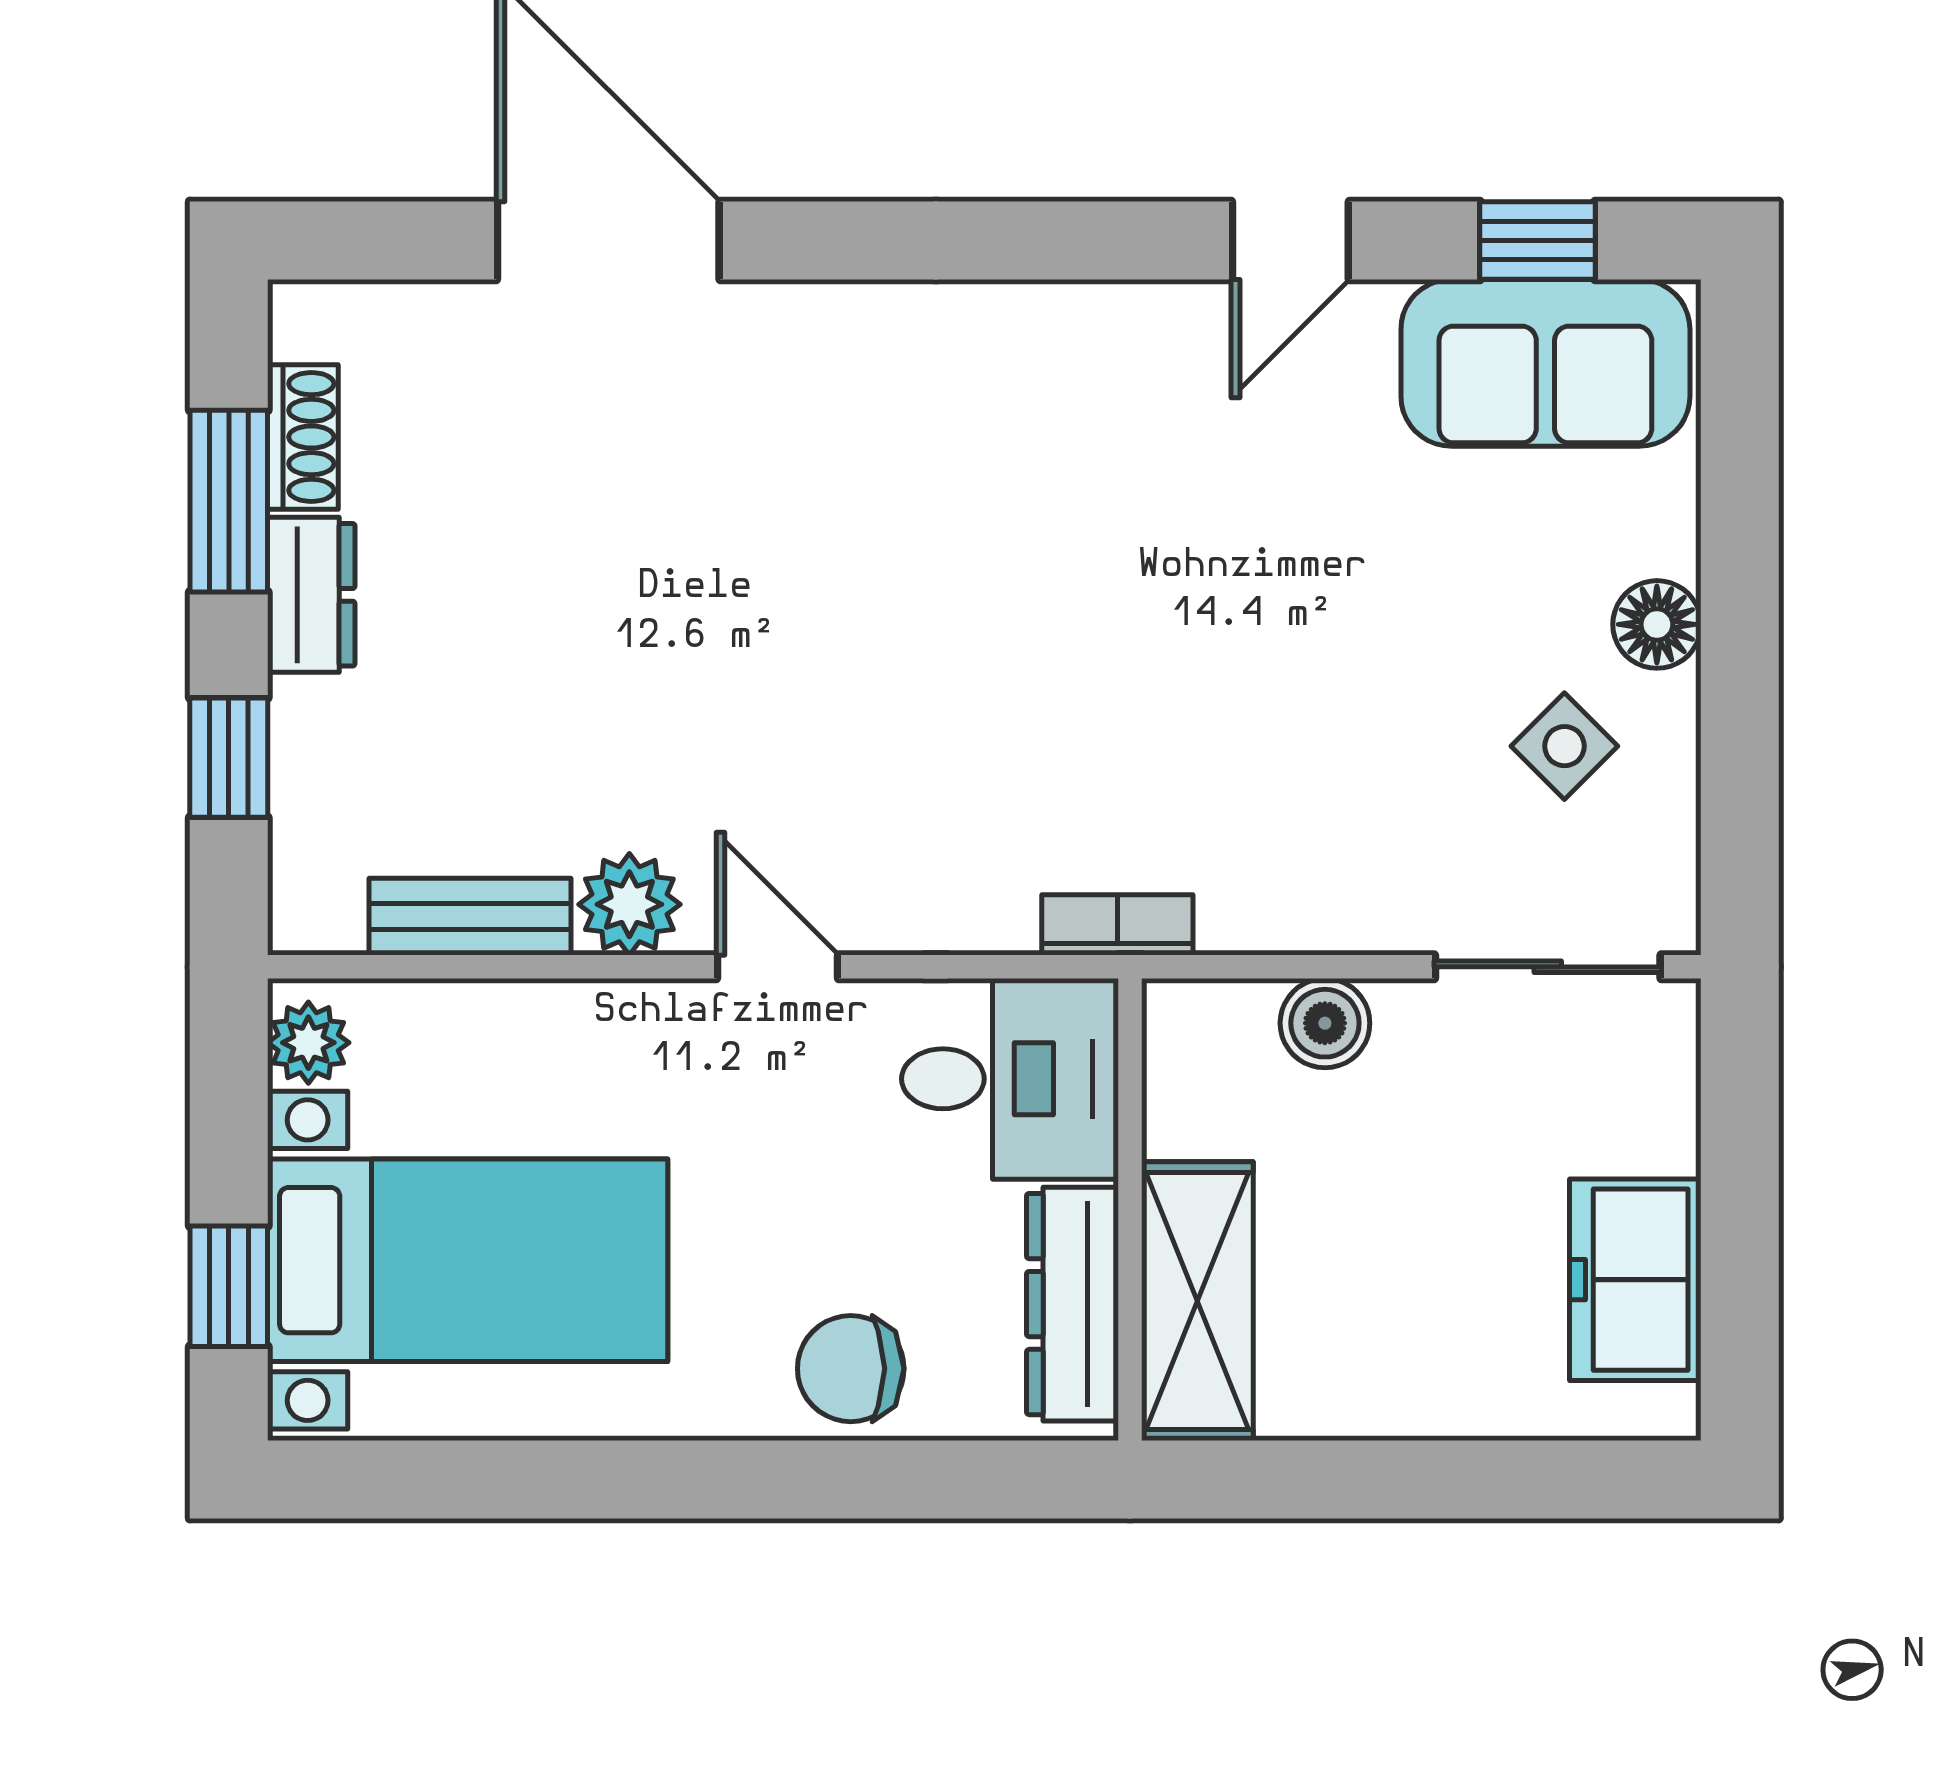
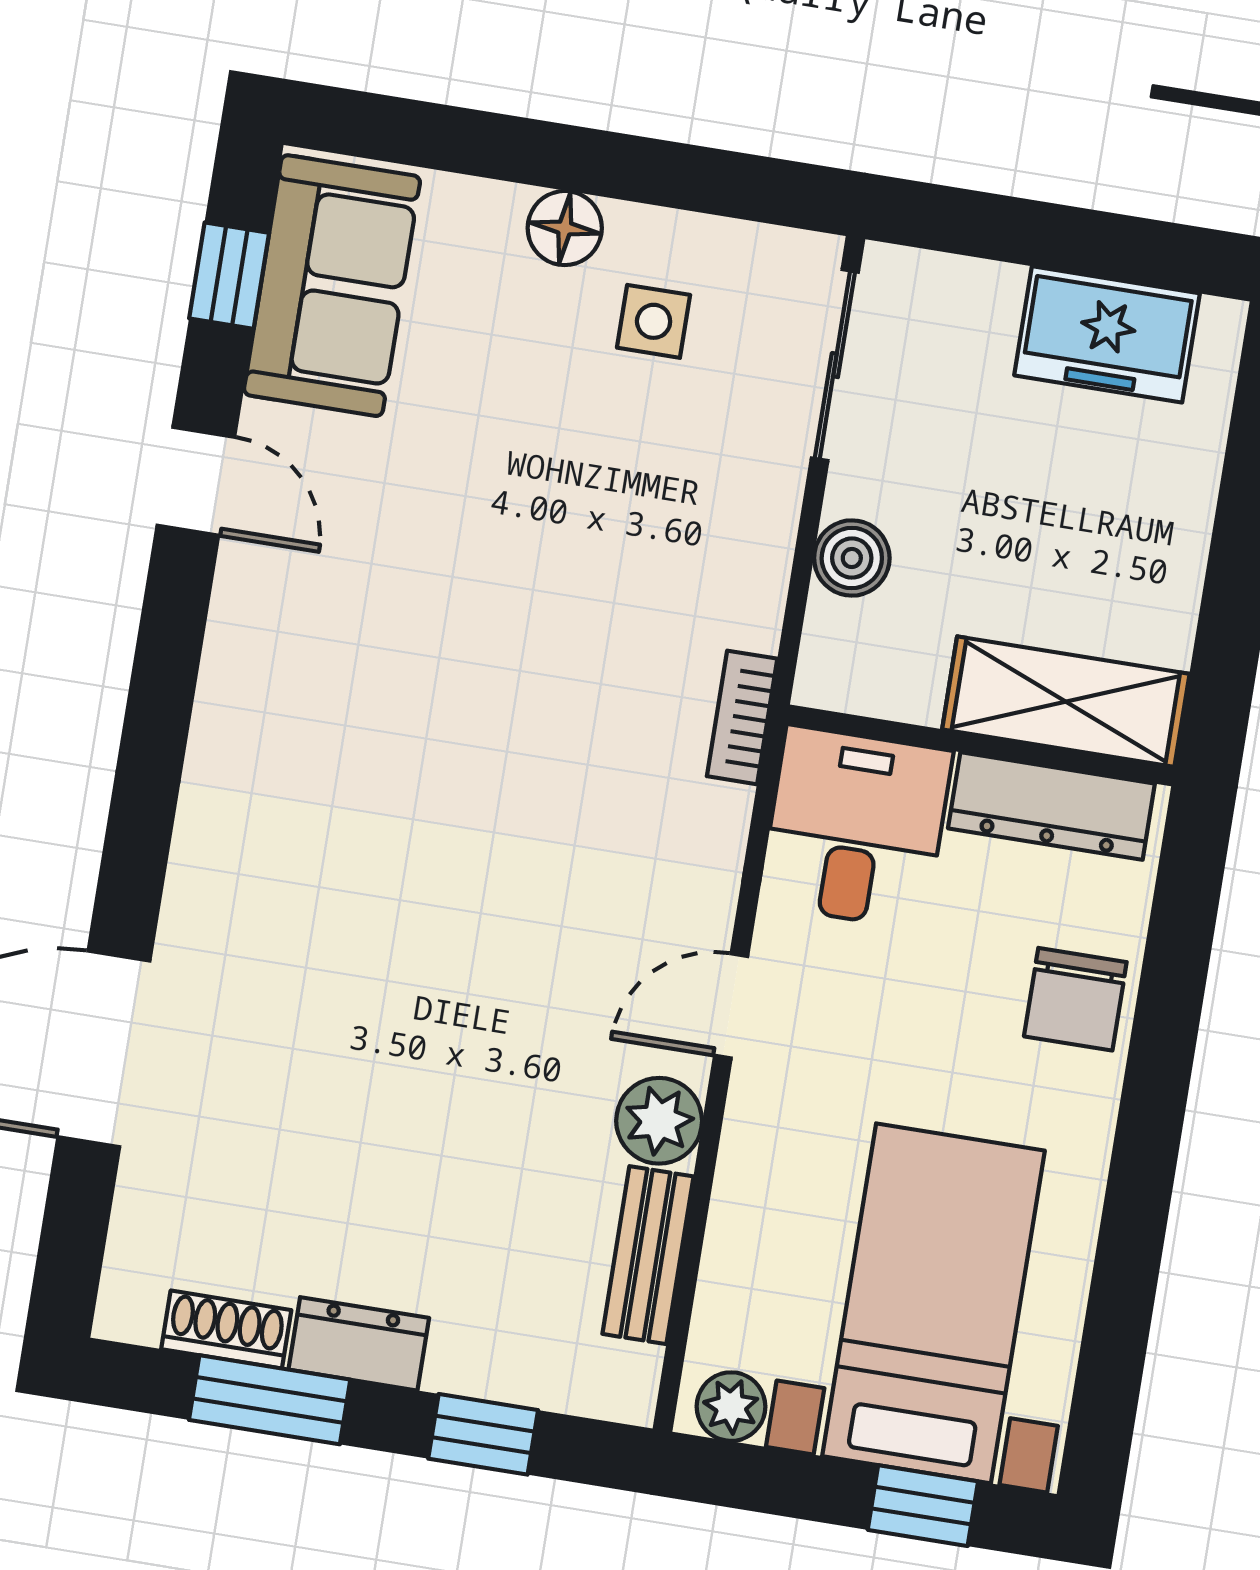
side table: (1564, 746) -> (654, 321), turned 45

